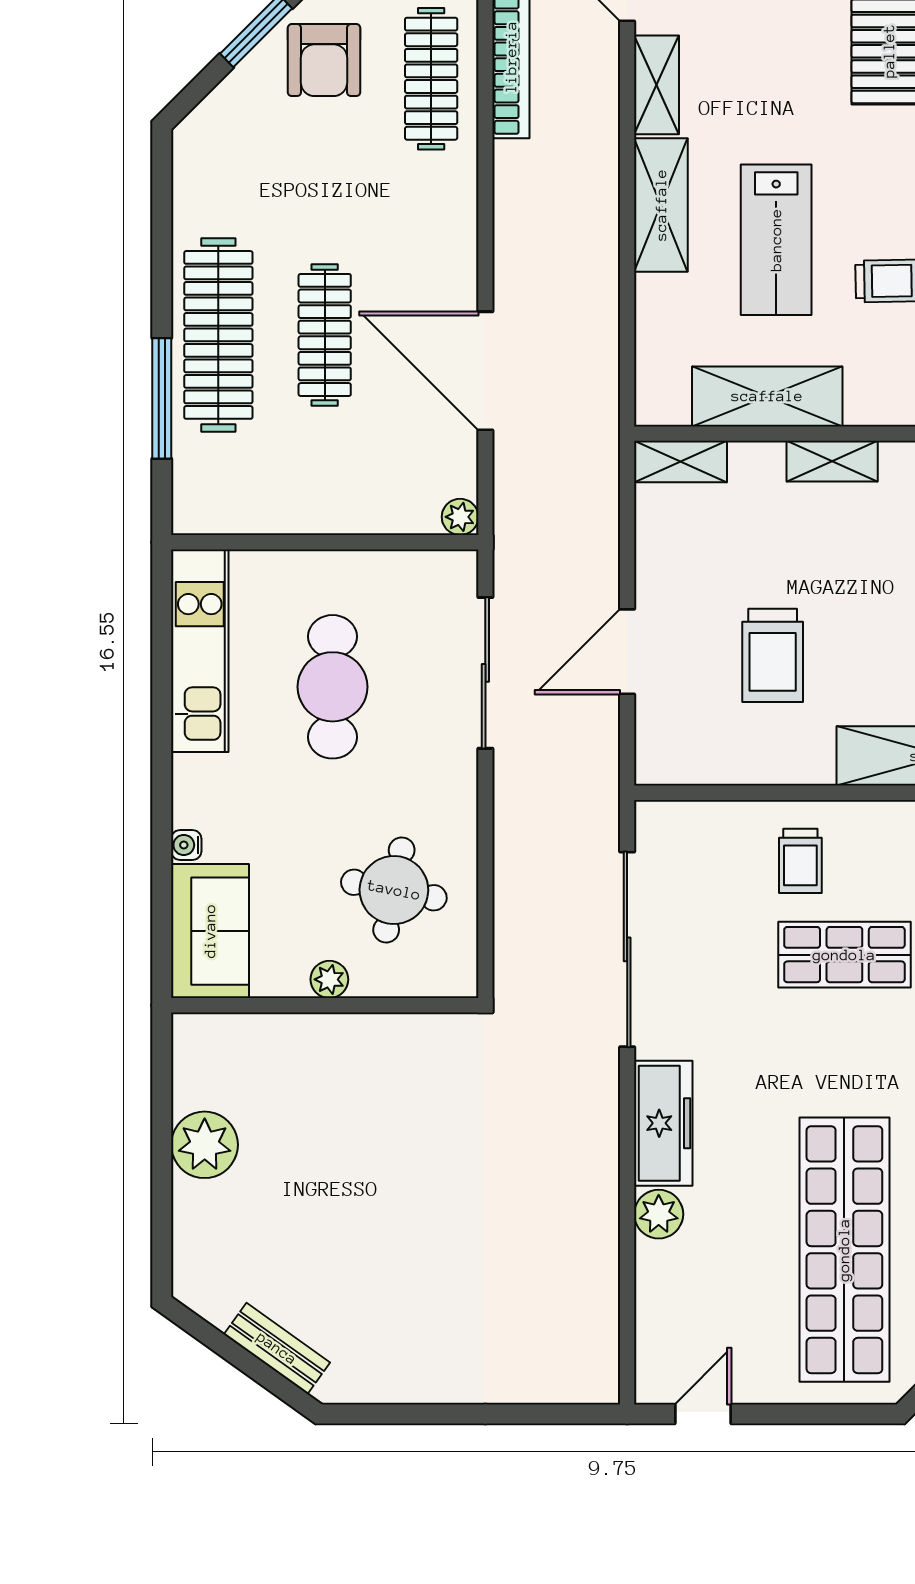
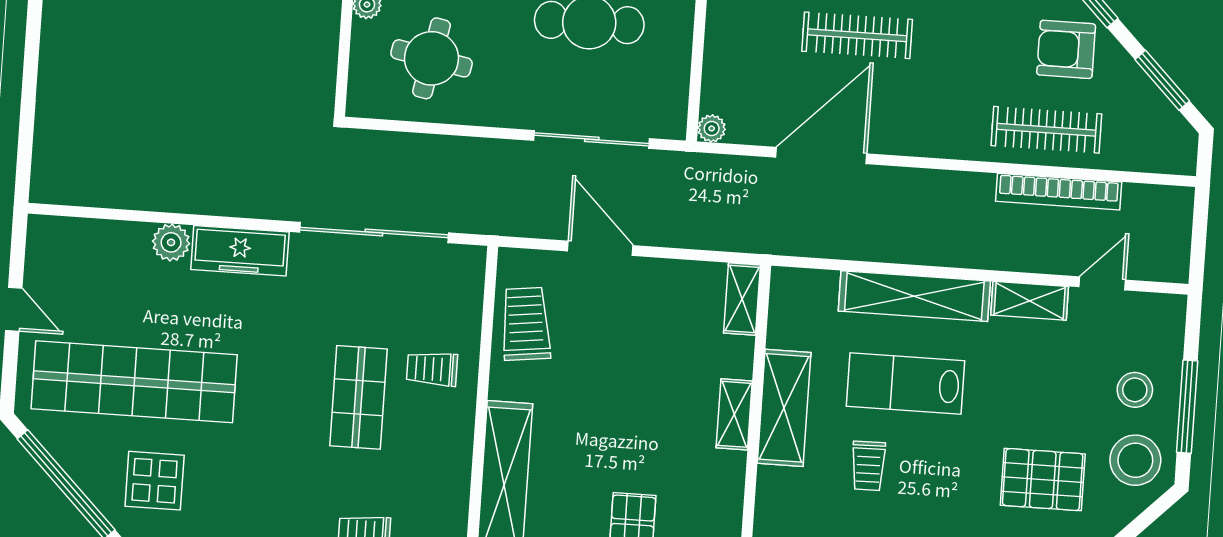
shelving: (661, 205) -> (914, 296), width x1.47
shelving: (767, 396) -> (784, 408), moved
trolley: (773, 655) -> (526, 324), moved, turned 83
door: (703, 1414) -> (14, 309), moved

